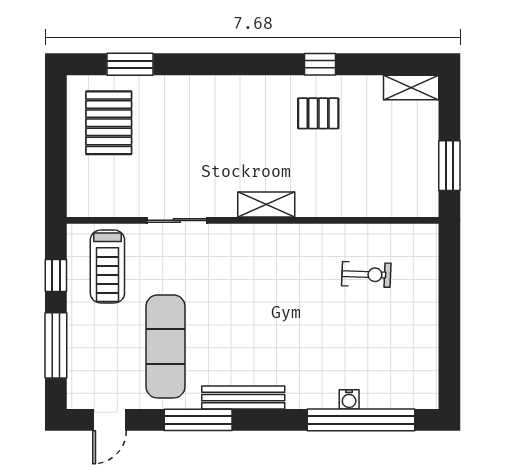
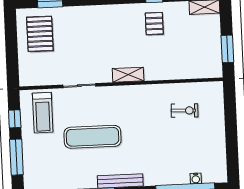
pallet: (318, 113) -> (154, 24), turned 90
exercise mat: (165, 346) -> (93, 137), moved, turned 90
water cooler: (349, 399) -> (196, 179), moved

